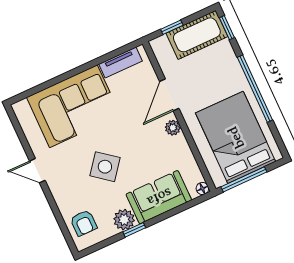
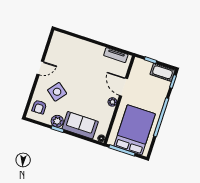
cot: (197, 35) -> (162, 72), width x0.73, depth x0.75
door: (169, 95) -> (124, 87), hinge flipped
corner sofa: (73, 106) -> (80, 55), removed
side table: (105, 167) -> (57, 92), moved
door: (37, 171) -> (40, 68), swing flipped

